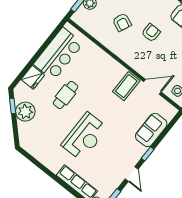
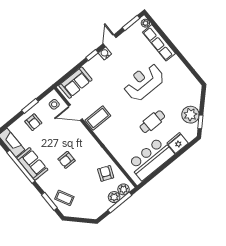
plant: (81, 14) -> (124, 189), added
armchair: (122, 22) -> (106, 173), moved
sofa: (151, 130) -> (75, 83), moved
water cooler: (134, 159) -> (105, 53), added

